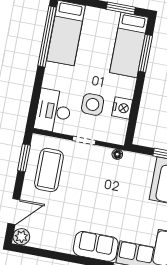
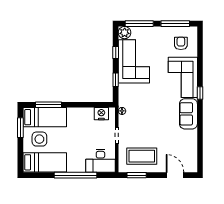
window: (47, 37) -> (76, 175), moved
side table: (93, 104) -> (39, 139), moved
nightstand: (122, 108) -> (101, 114), moved
plant: (21, 237) -> (192, 167), removed

